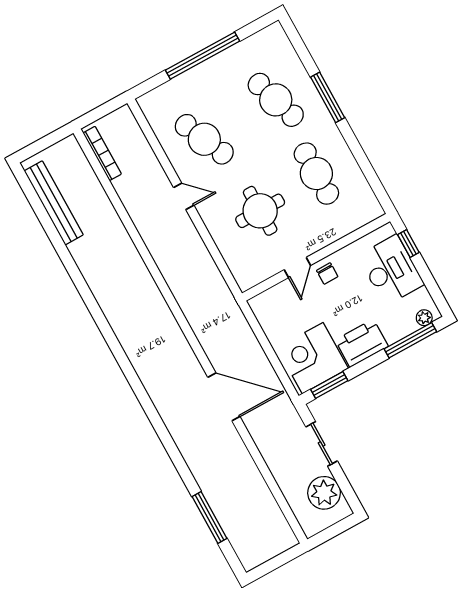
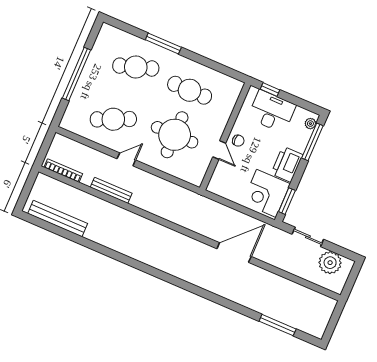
round table: (260, 211) -> (175, 135), width x1.36, depth x1.36
bench: (139, 218) -> (111, 190), added

